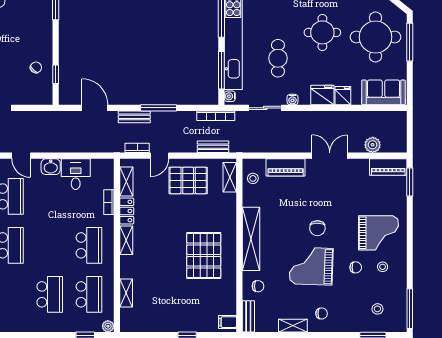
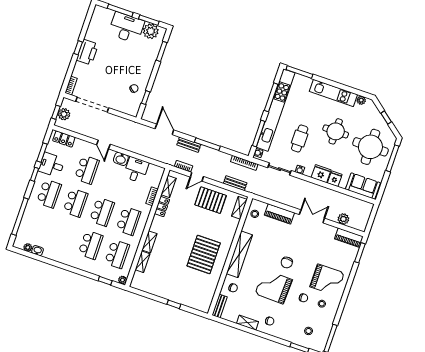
shelving: (126, 240) -> (149, 242), moved
school desk: (50, 245) -> (102, 212), added
filing cabinet: (228, 322) -> (204, 305), removed

